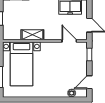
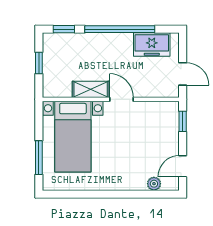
door: (69, 41) -> (121, 99), moved

